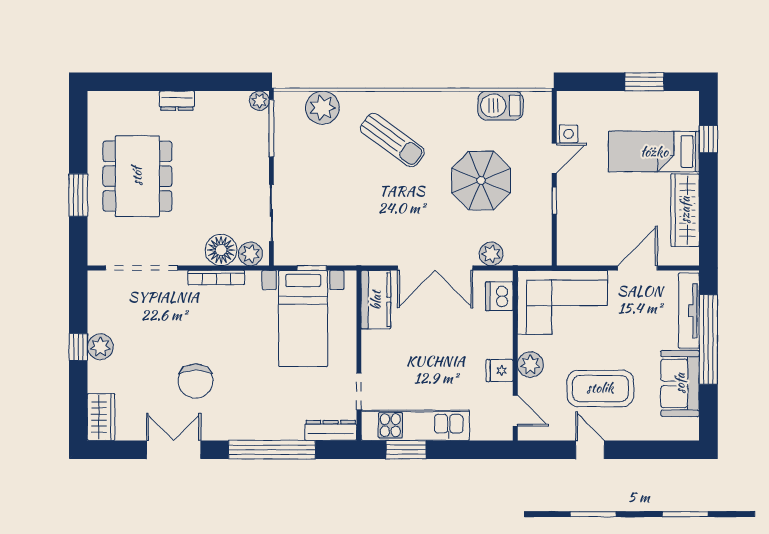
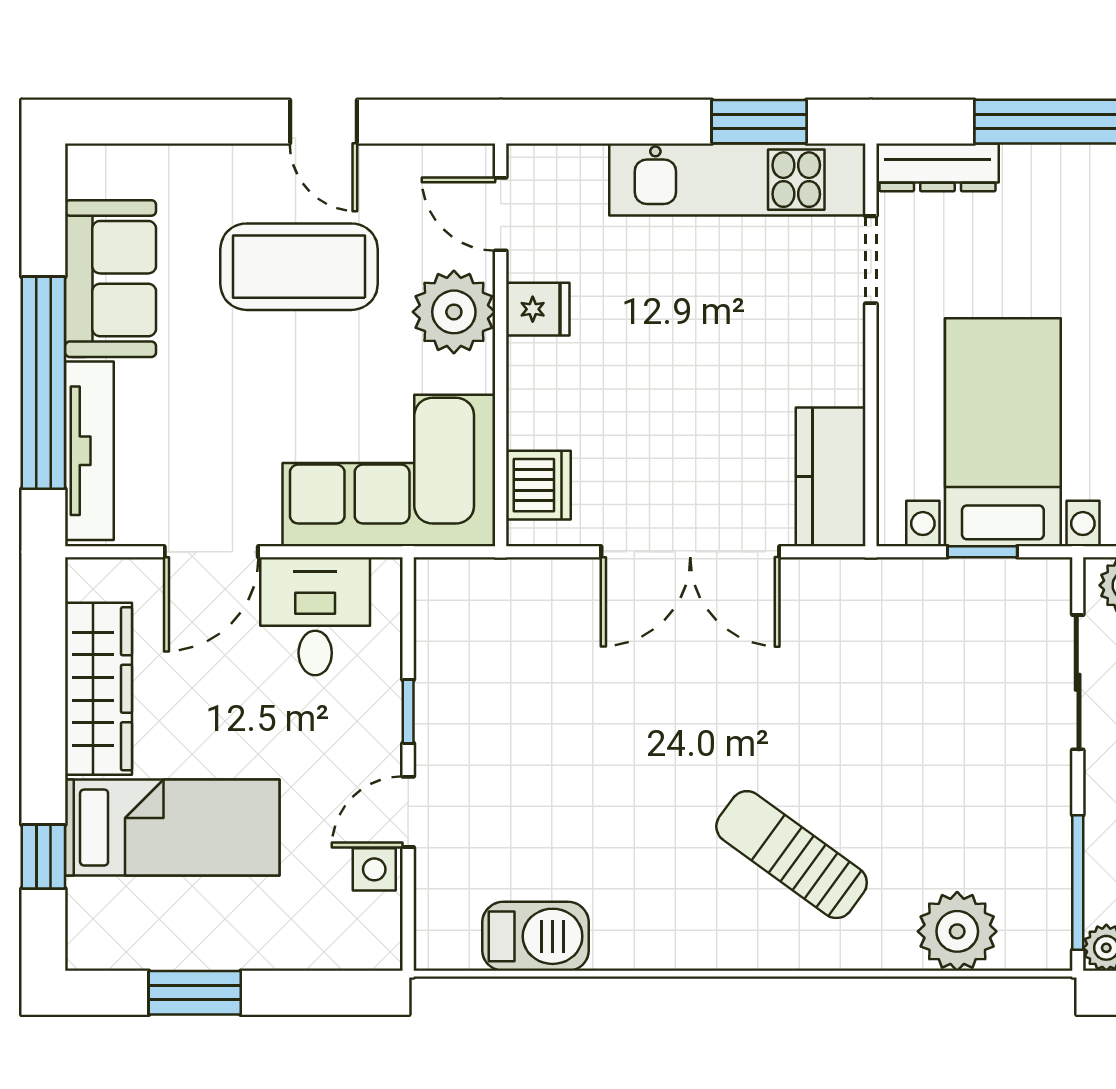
parasol: (481, 181) -> (581, 759), removed
desk: (594, 241) -> (315, 616), added
plant: (491, 254) -> (558, 585), removed
double door: (435, 268) -> (690, 552), swing flipped
plant: (530, 365) -> (454, 312), width x1.36, depth x1.36

